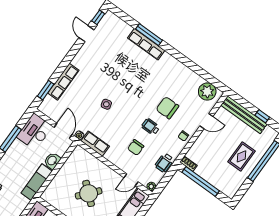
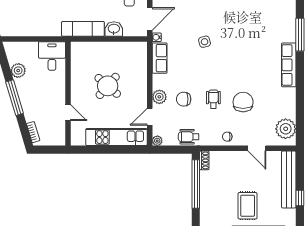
row of seats: (146, 44) -> (289, 65), moved
rug: (241, 156) -> (248, 206), turned 90
plant: (122, 163) -> (159, 97), added
door: (131, 180) -> (150, 117), hinge flipped

